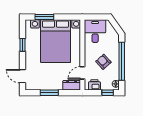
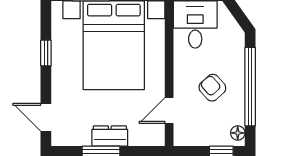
dresser: (72, 85) -> (110, 136), moved
printer: (94, 85) -> (194, 135), removed

